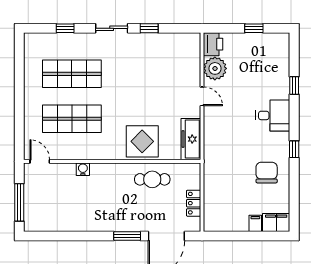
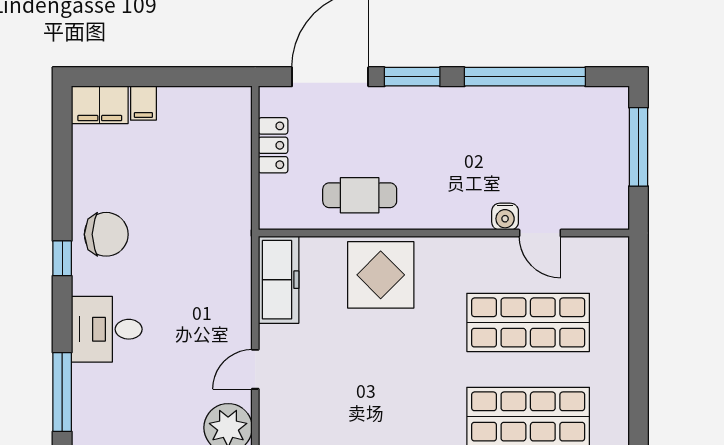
window: (294, 86) -> (62, 392), width x2.17
door: (202, 96) -> (255, 369), hinge flipped
door: (40, 161) -> (540, 233), moved
chair: (267, 173) -> (106, 234), moved, turned -90
window: (73, 236) -> (525, 77), added

